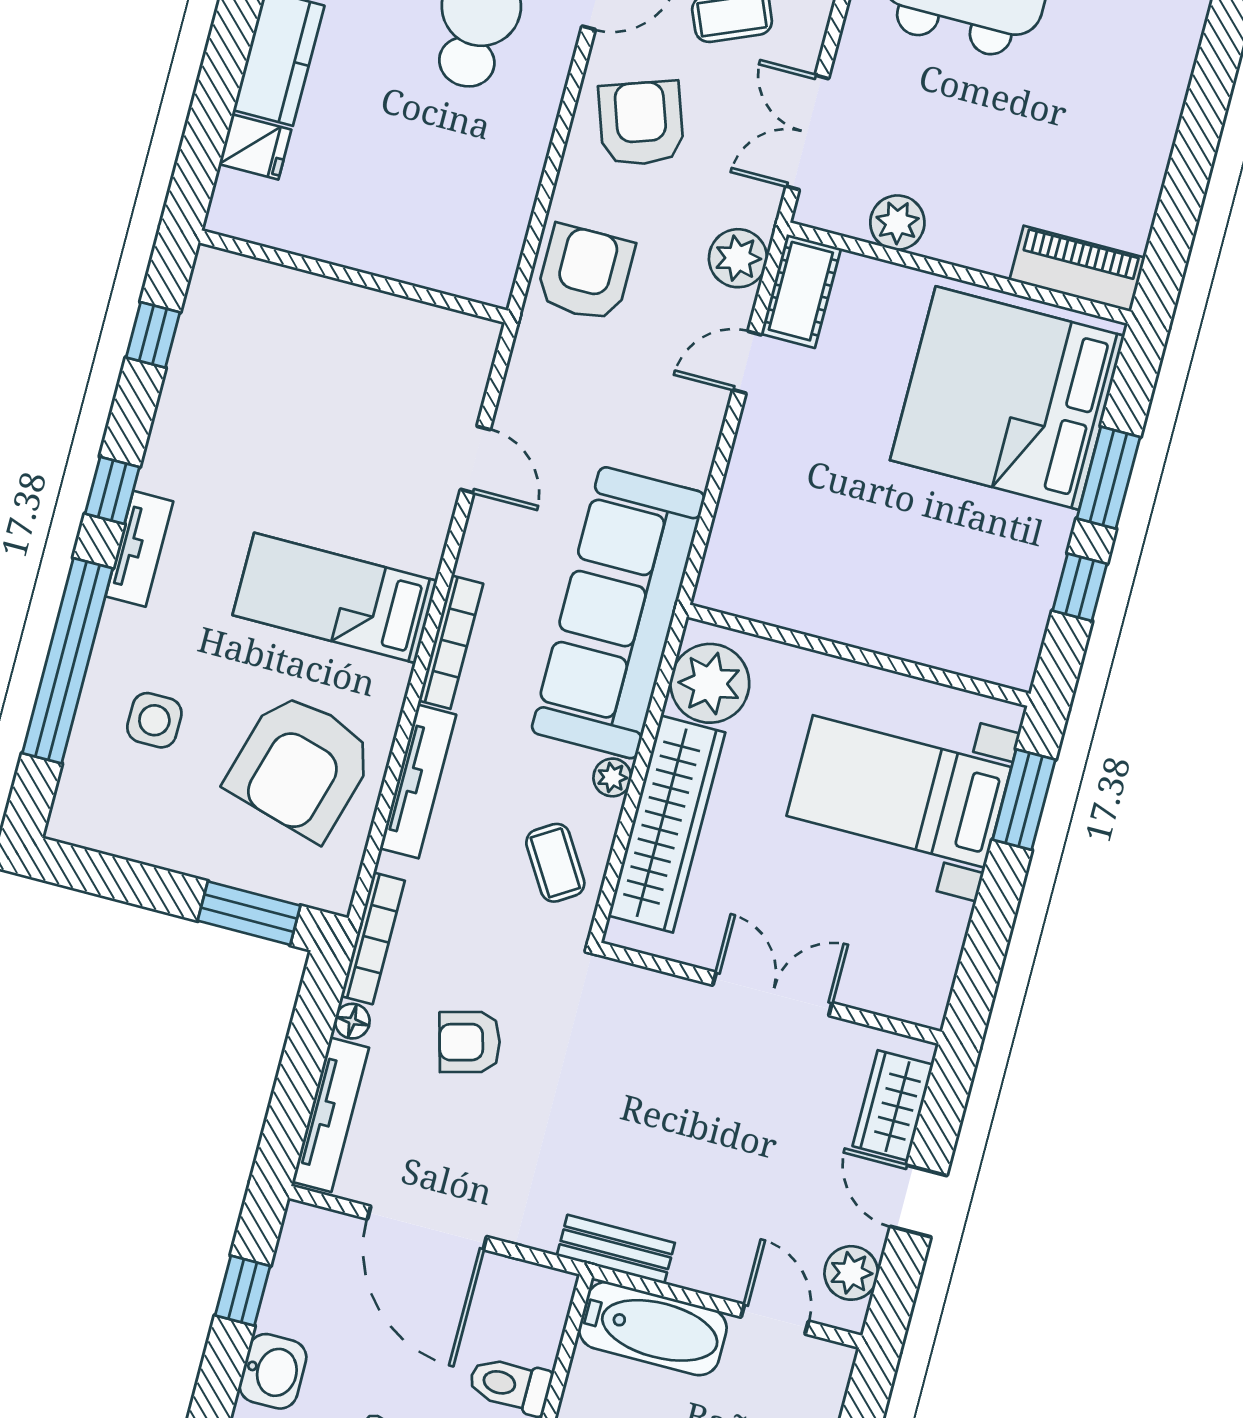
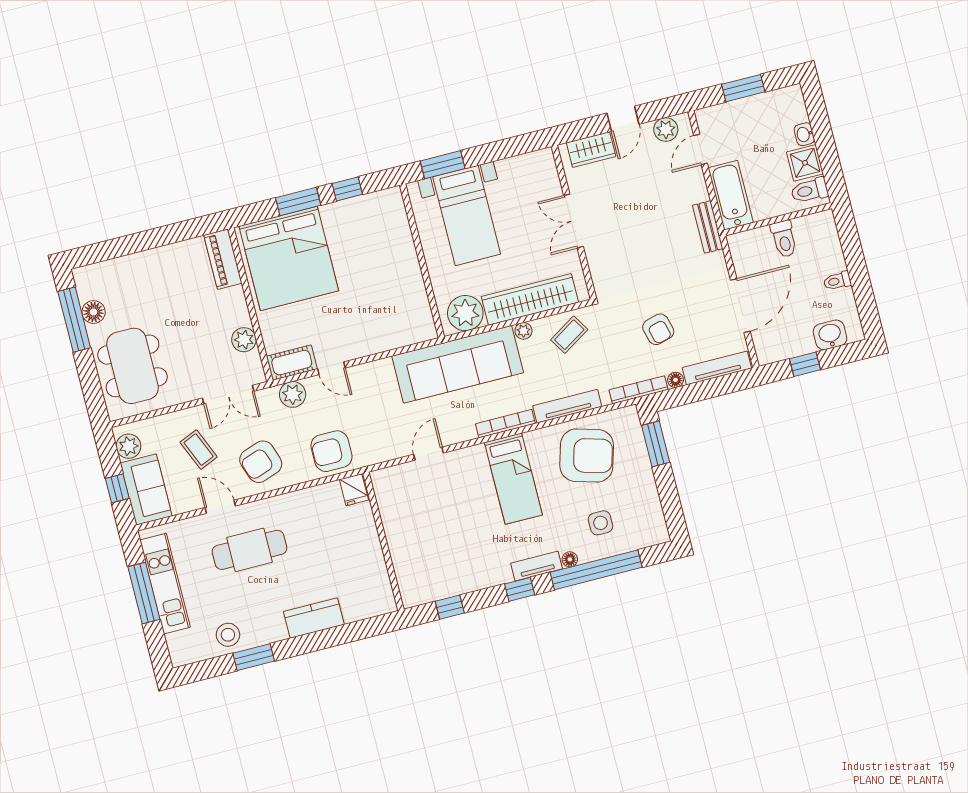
fridge: (255, 147) -> (354, 490), moved, turned 180
floor lamp: (116, 621) -> (570, 559), added

